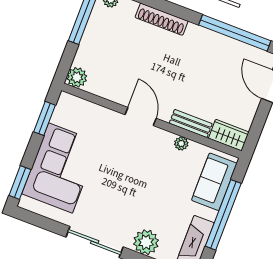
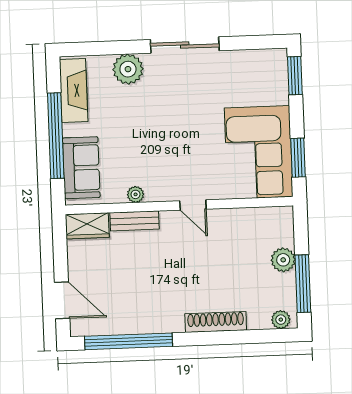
plant: (77, 77) -> (283, 260), moved
door: (141, 117) -> (193, 205), width x0.73
corner sofa: (61, 168) -> (259, 152), moved

